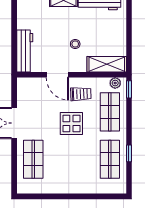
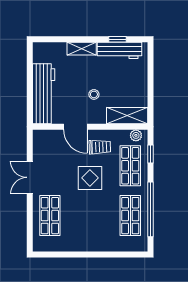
workbench: (25, 51) -> (44, 94), width x1.36, depth x1.32
window: (129, 89) -> (150, 154), moved
window: (129, 153) -> (150, 209), width x3.17

